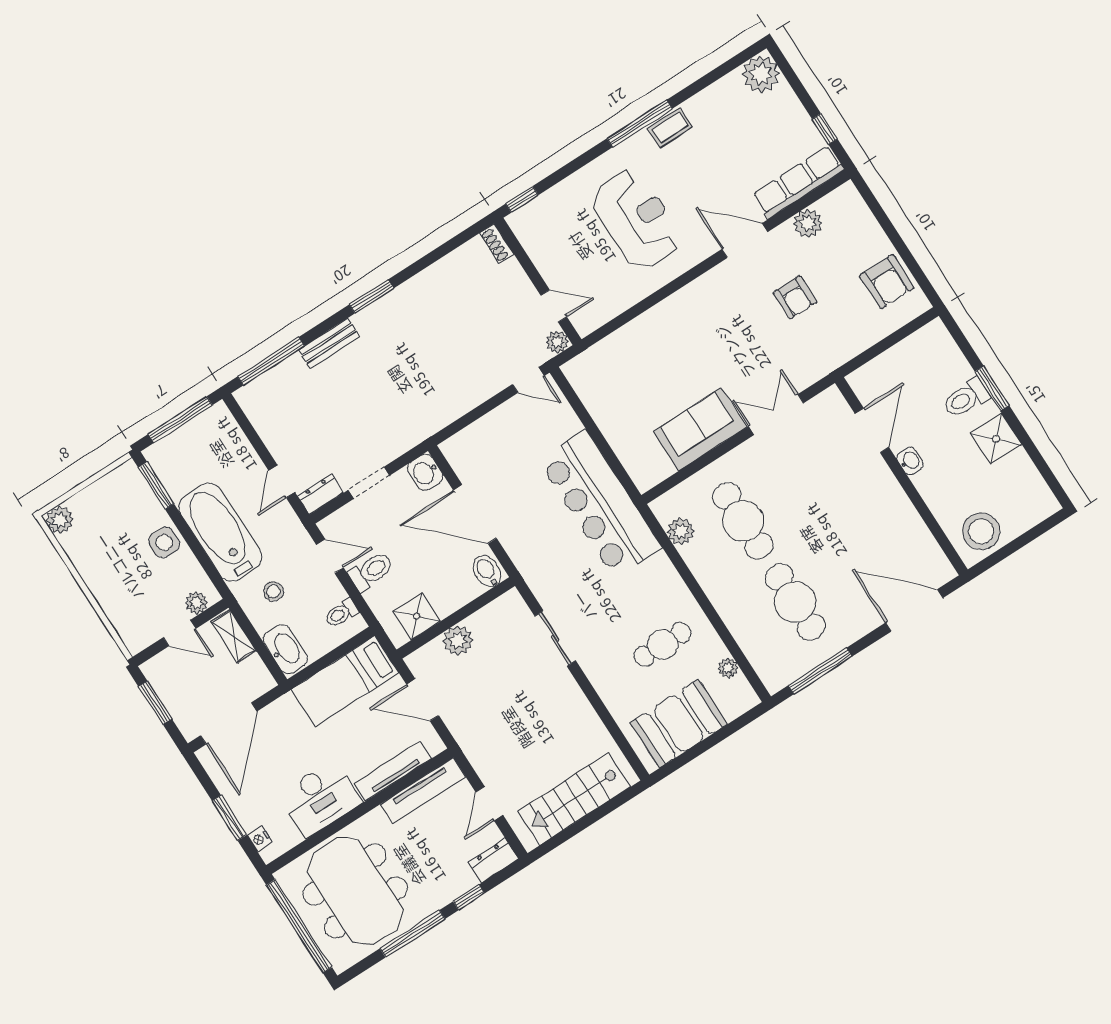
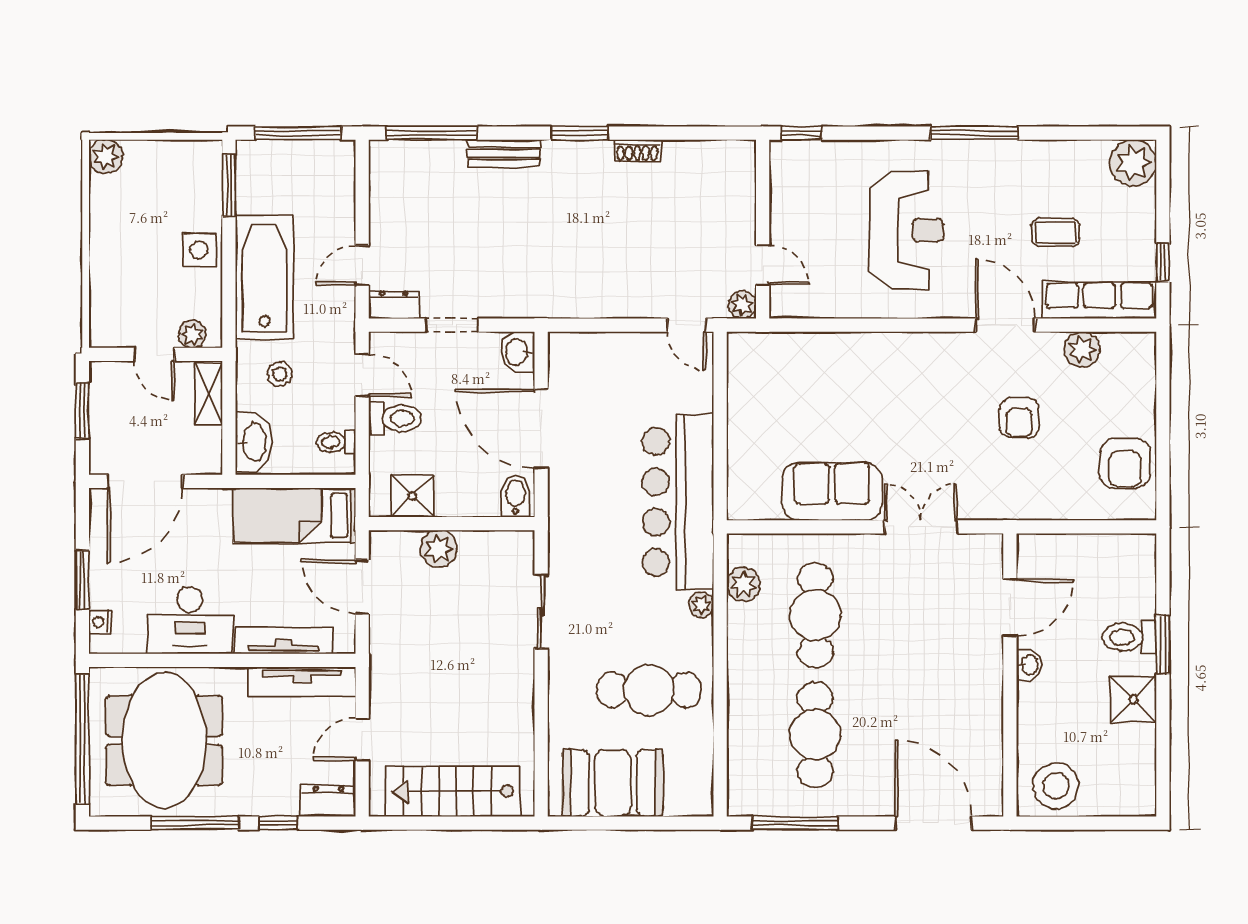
coffee table: (670, 128) -> (1056, 232), moved
shoe rack: (497, 244) -> (637, 151), moved, turned -90
cafe table: (663, 644) -> (649, 690), width x1.37, depth x1.35
plant: (728, 668) -> (701, 605), moved

